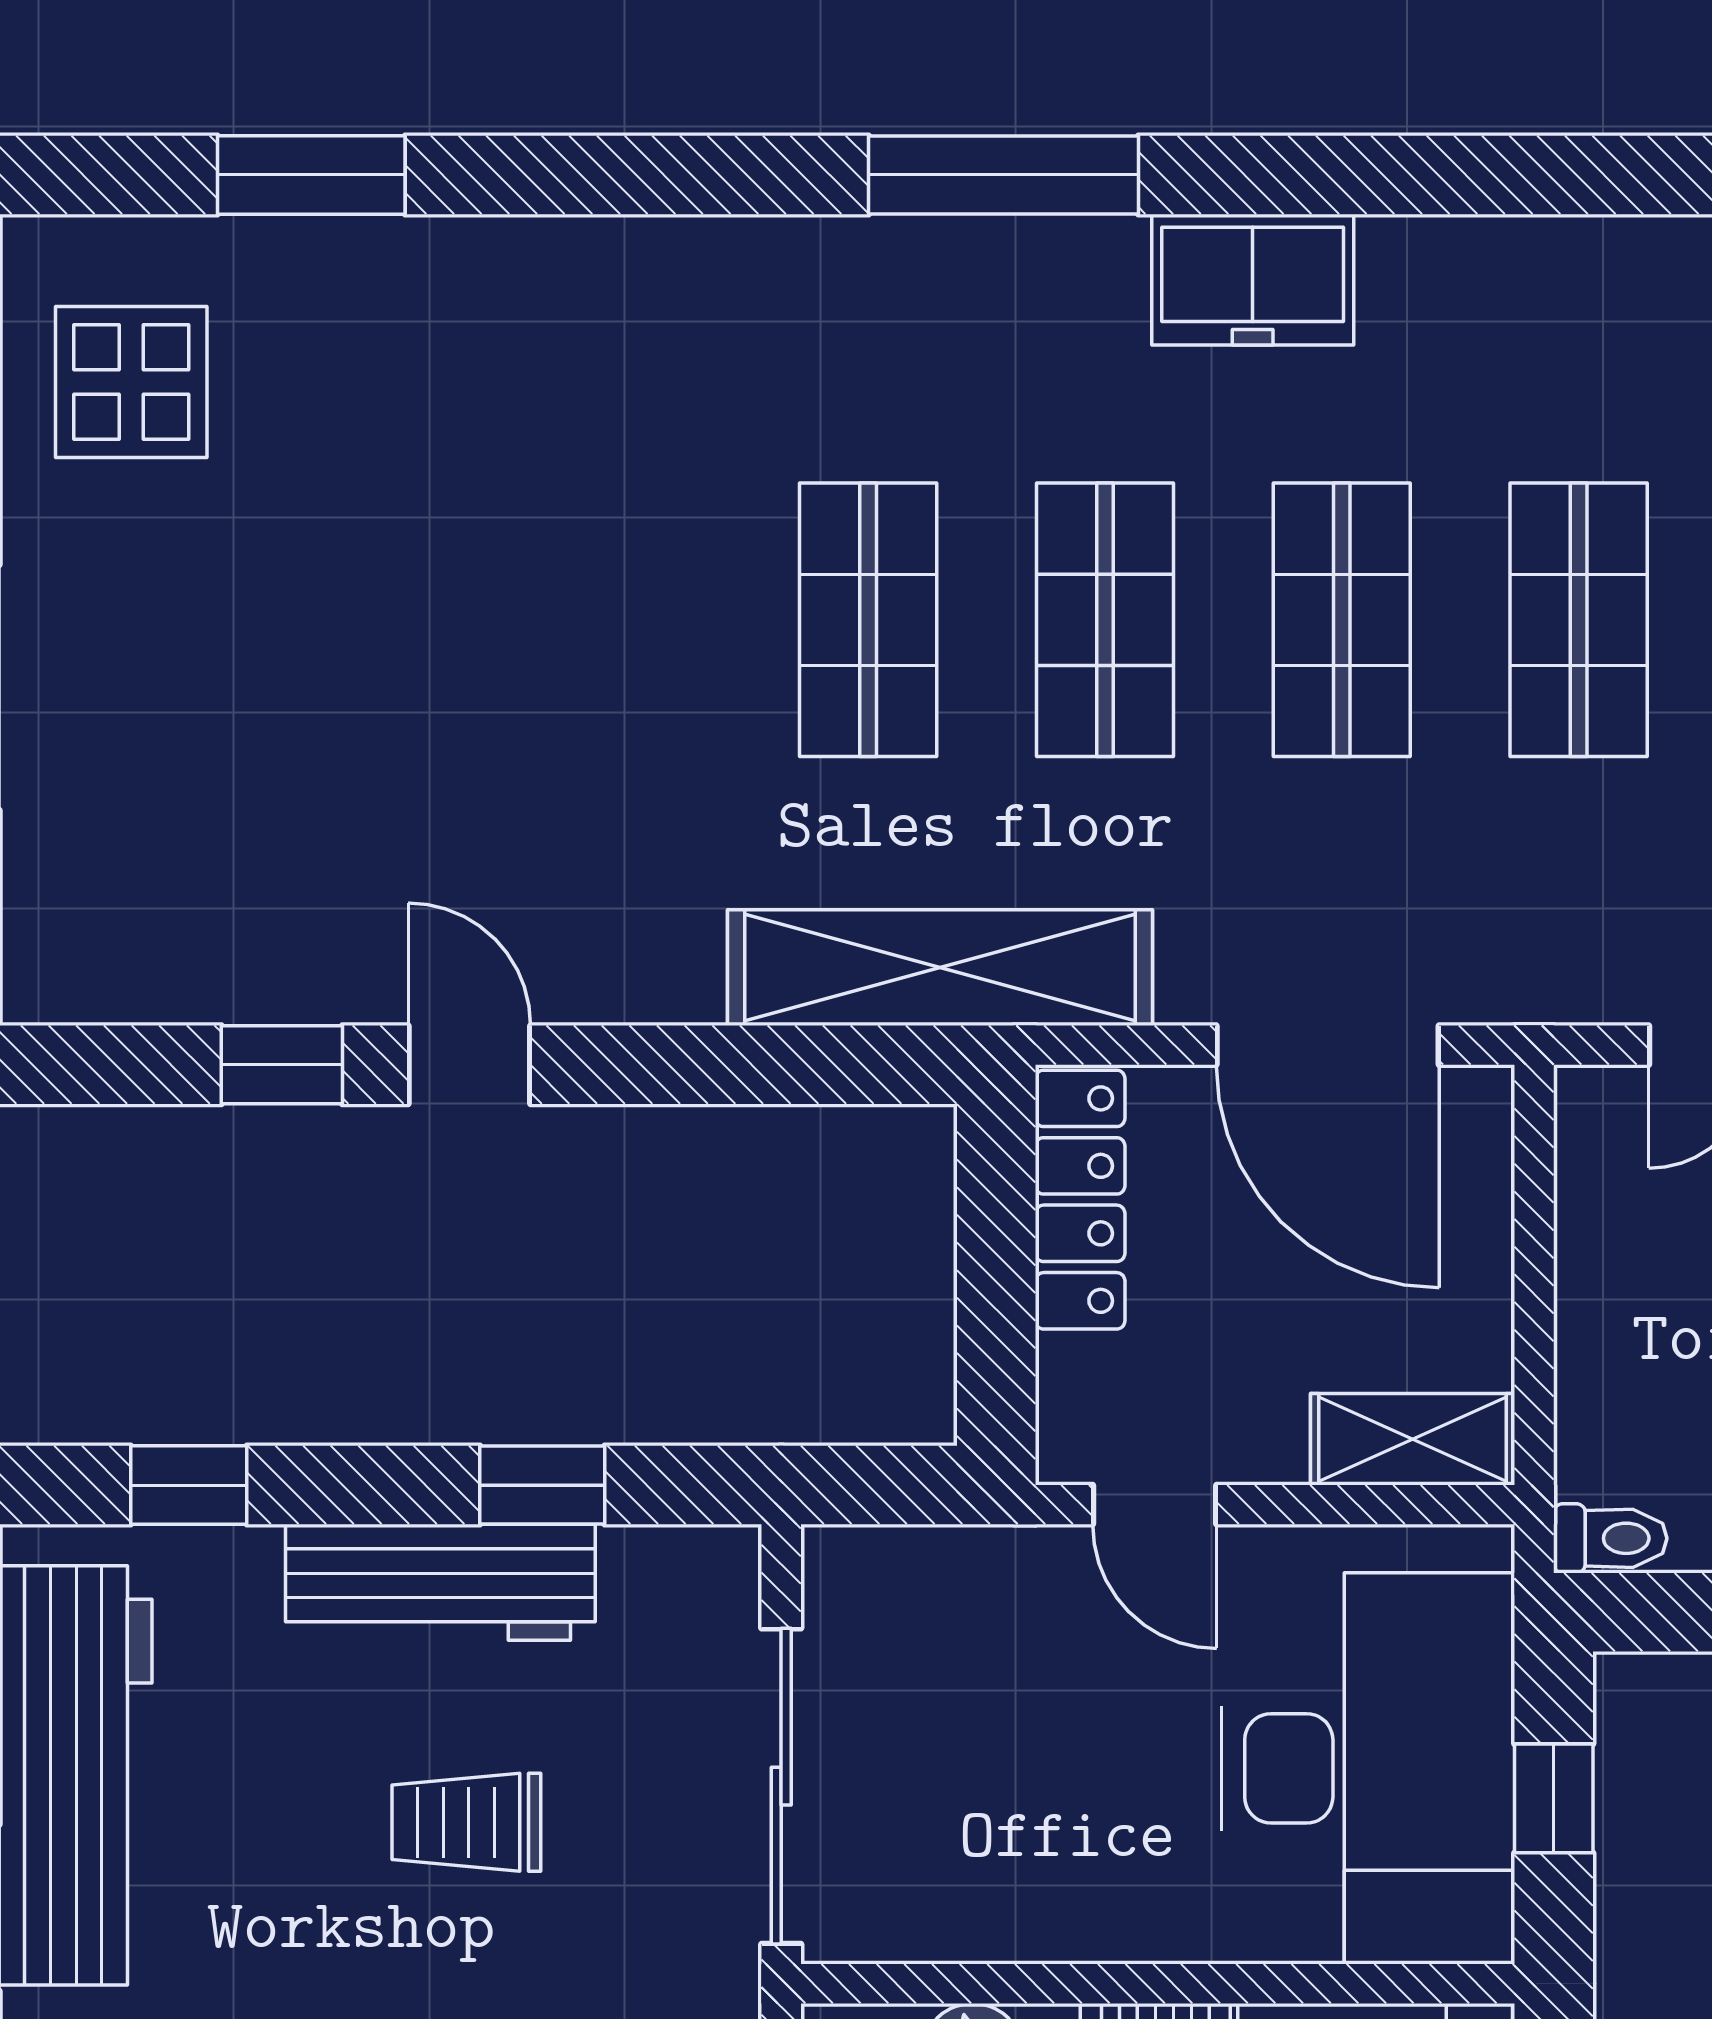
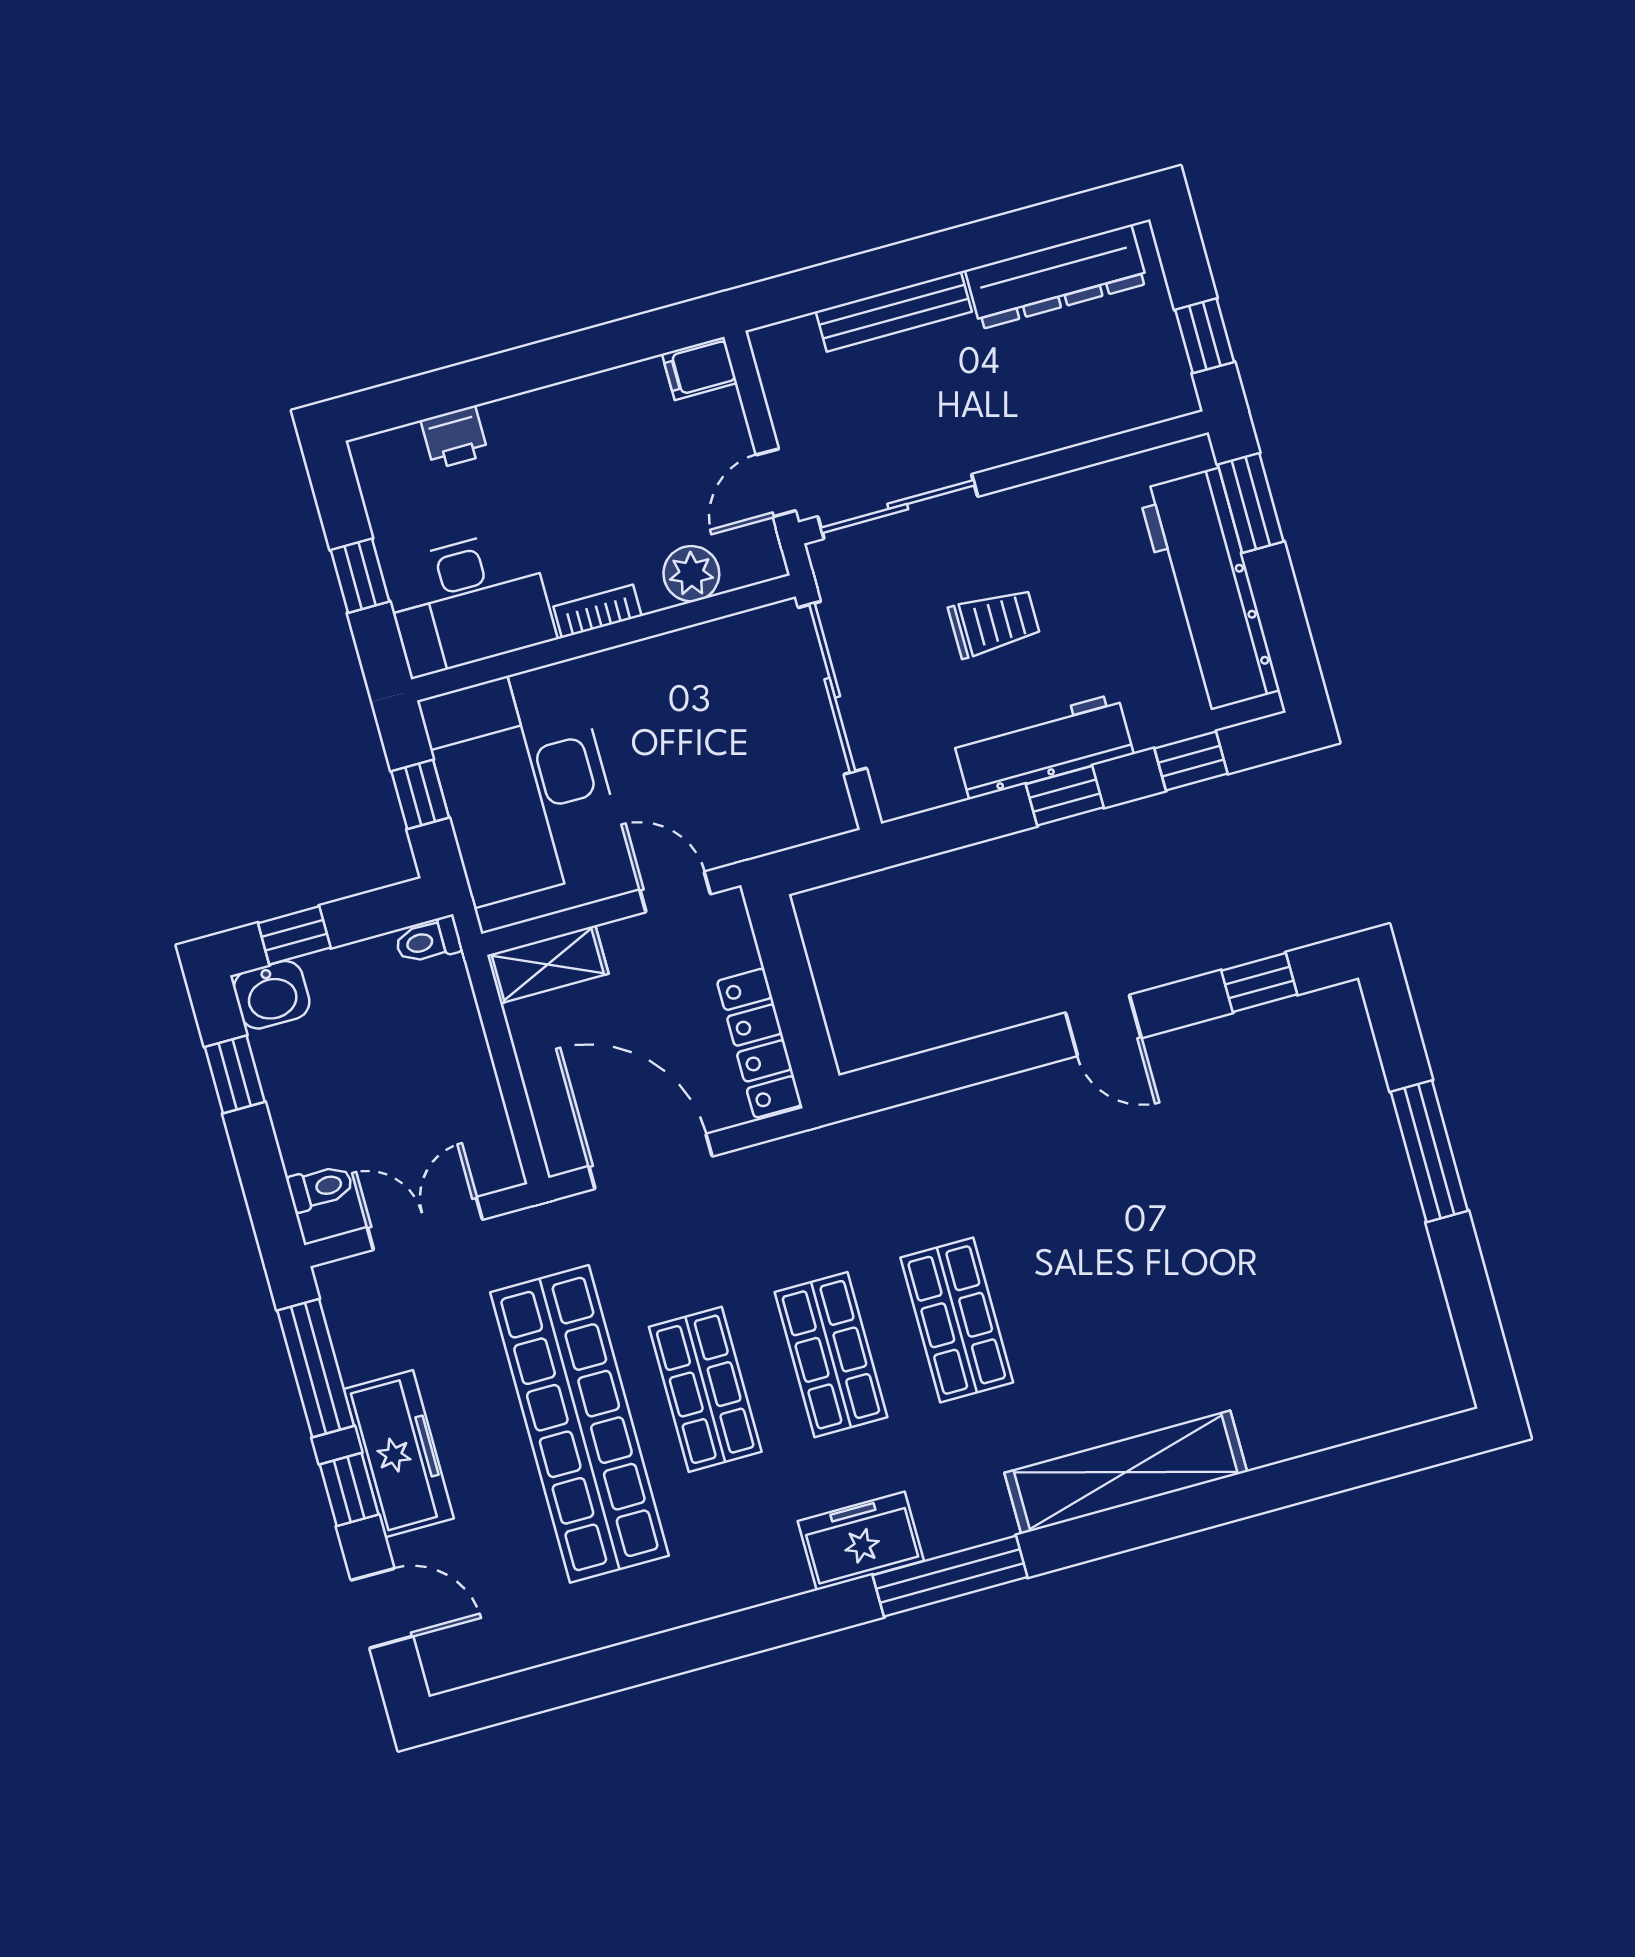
window: (311, 175) -> (1318, 1475), removed
freezer: (1253, 280) -> (861, 1541), moved
display table: (131, 382) -> (1383, 1339), removed
shop shelf: (1579, 620) -> (579, 1424), width x2.00, depth x1.36
shelving: (940, 968) -> (1126, 1472), moved
window: (282, 1065) -> (1259, 982), moved
window: (542, 1485) -> (1065, 796), moved

